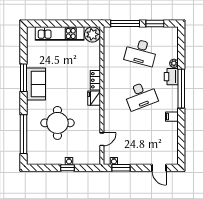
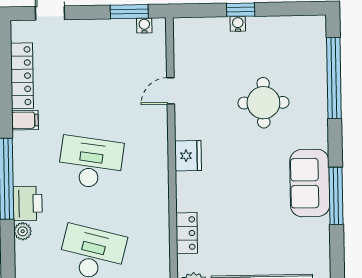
locker: (95, 80) -> (187, 233), moved
desk: (141, 96) -> (91, 163), turned 30
round table: (57, 123) -> (263, 103), width x0.73, depth x0.73
locker: (173, 138) -> (22, 76), added
door: (102, 139) -> (171, 91), moved

